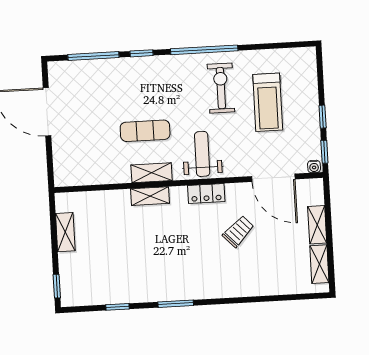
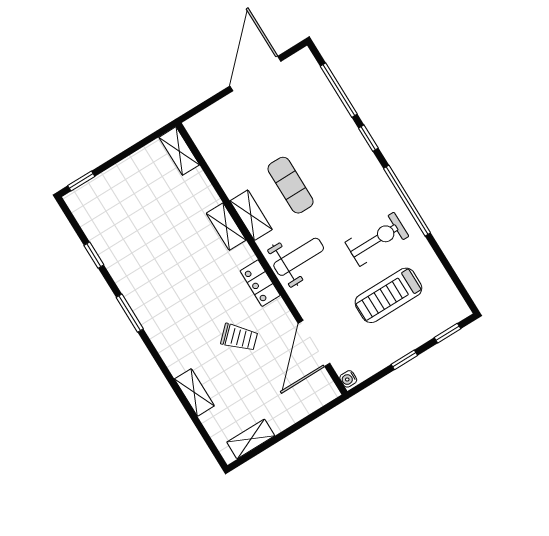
window: (324, 152) -> (447, 333), moved
shelving: (317, 225) -> (194, 392), moved, turned 90
shelving: (65, 232) -> (179, 151), moved, turned 90

